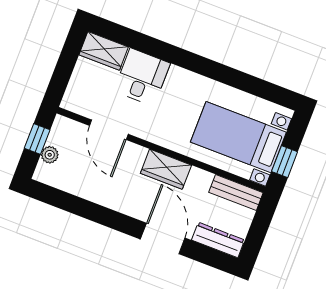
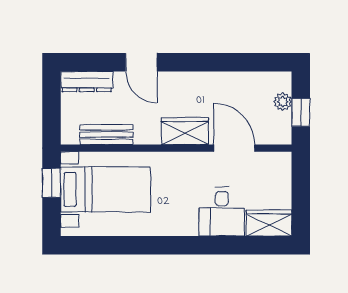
wardrobe: (166, 169) -> (185, 131), moved
bench: (236, 193) -> (106, 135), moved
door: (163, 239) -> (141, 62), width x0.73

